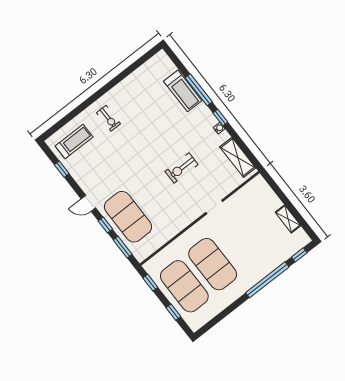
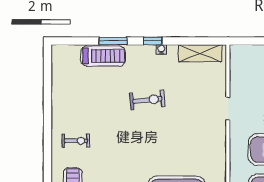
window: (199, 90) -> (113, 41), width x0.69
exercise bike: (182, 168) -> (147, 100), moved, turned -96

